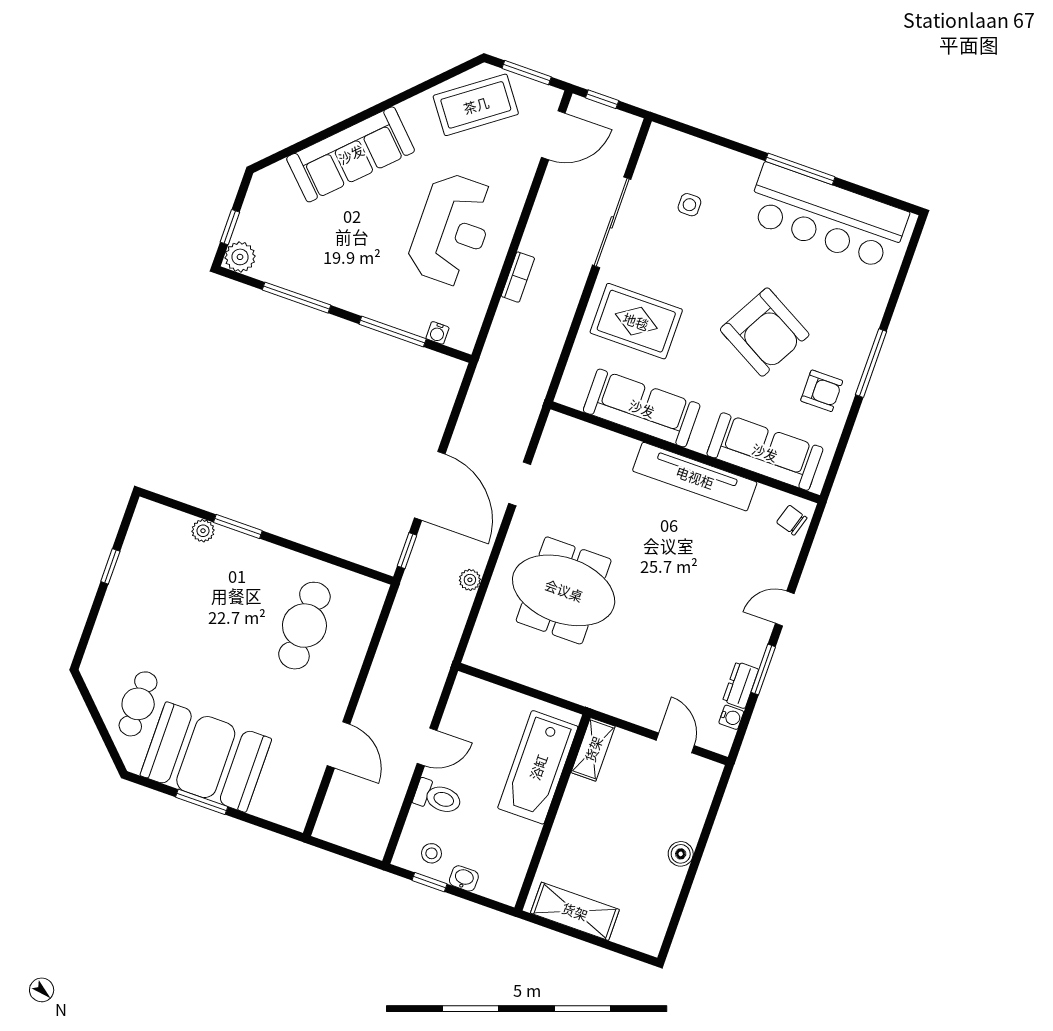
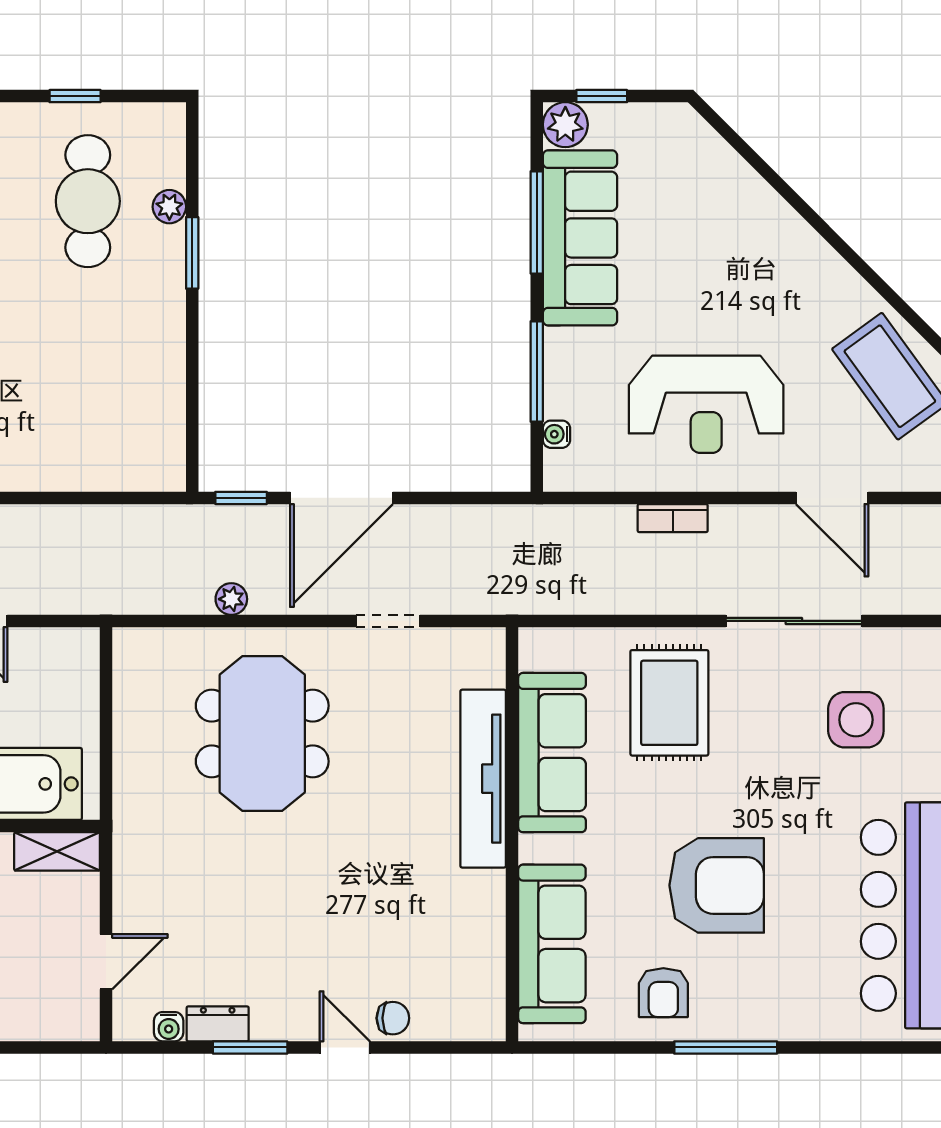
door: (553, 135) -> (832, 498), moved
sofa: (351, 154) -> (580, 238), moved, turned -135
side table: (689, 205) -> (856, 720), width x1.87, depth x1.87
armchair: (765, 332) -> (717, 885), turned -119
tv unit: (695, 477) -> (483, 779), moved
chair: (792, 520) -> (393, 1018), moved, turned 73
cafe table: (304, 626) -> (88, 201), moved, turned 90

